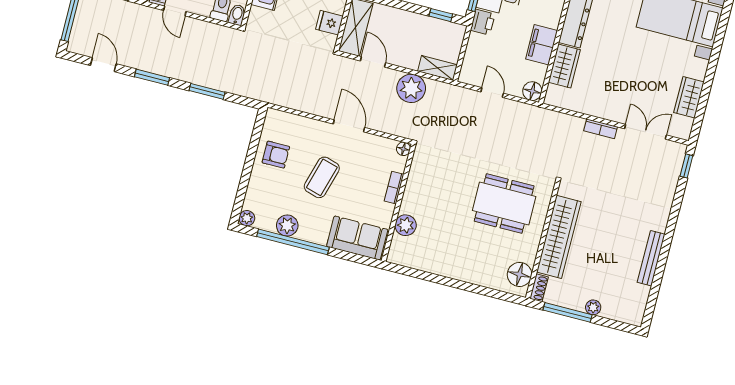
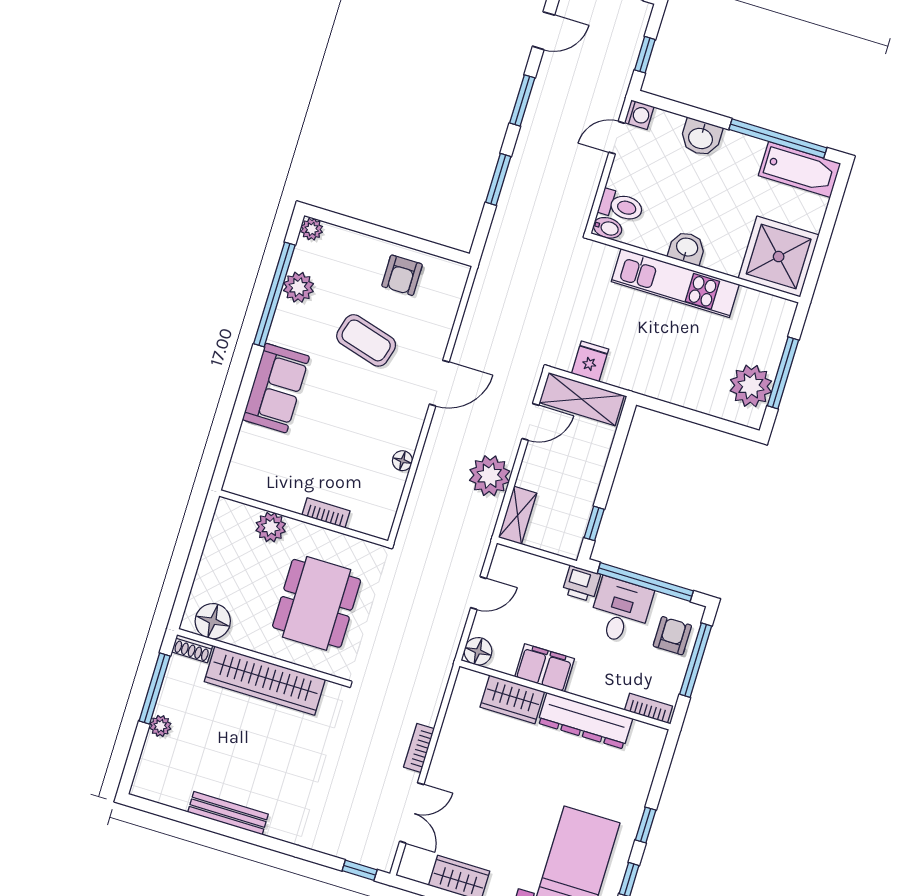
bookcase: (394, 188) -> (326, 513), moved
wall: (399, 203) -> (304, 518), moved
plant: (406, 225) -> (271, 527), moved

